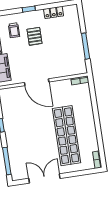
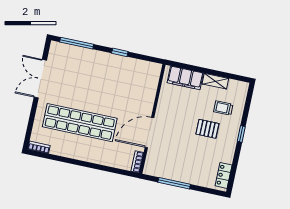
locker: (54, 12) -> (224, 175), moved
door: (37, 82) -> (149, 133), moved
double door: (44, 178) -> (40, 79), swing flipped

